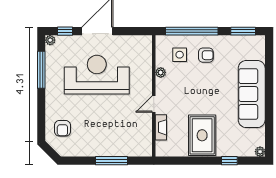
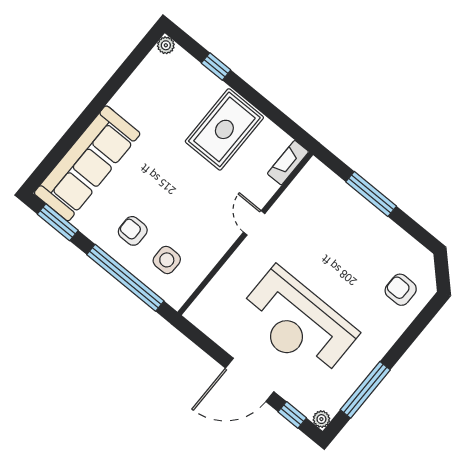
plant: (161, 72) -> (211, 257), removed
sofa: (252, 94) -> (87, 163), moved
door: (154, 104) -> (254, 223), swing flipped
fireplace: (161, 127) -> (288, 163), moved
armchair: (62, 128) -> (401, 290), turned -90

